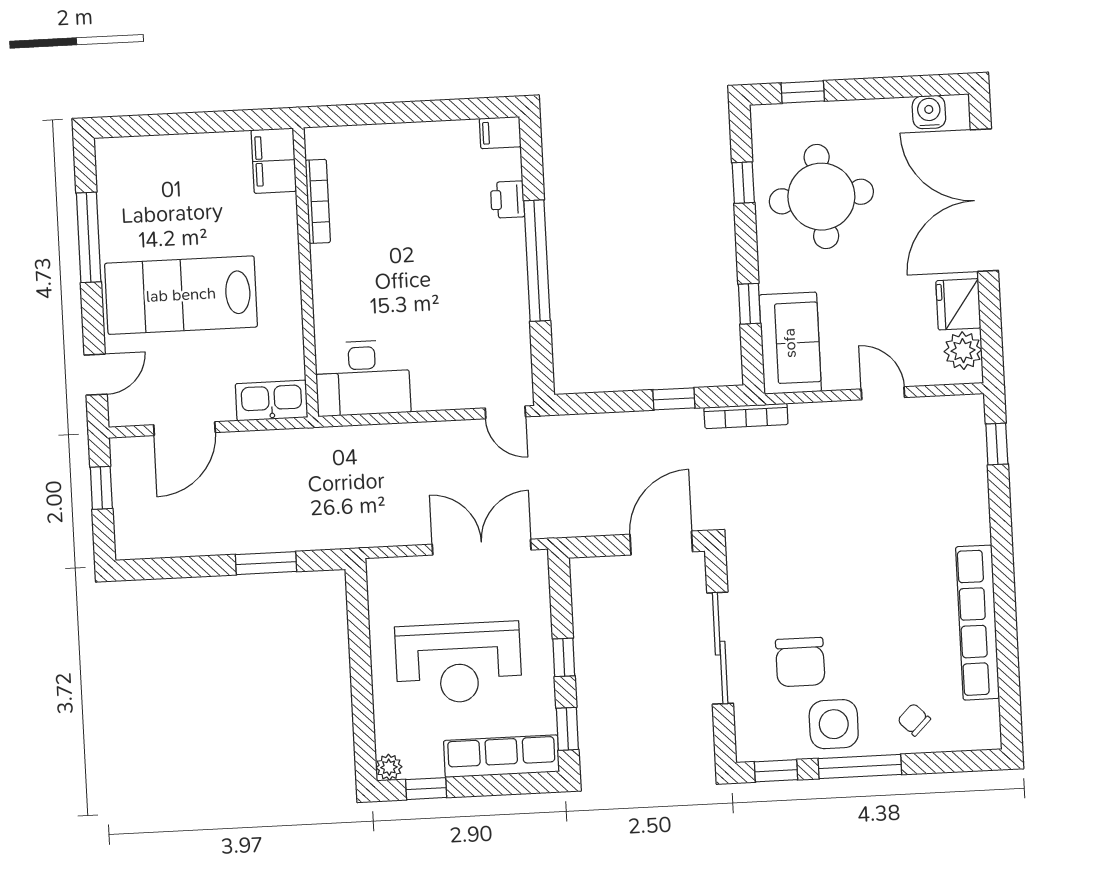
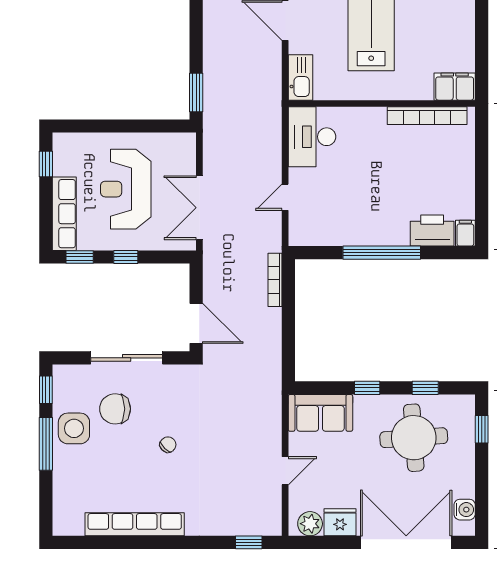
printer: (507, 200) -> (432, 231), width x1.87, depth x1.48
bookcase: (318, 201) -> (427, 116), width x1.48, depth x1.31
window: (749, 304) -> (367, 388), moved
window: (674, 399) -> (288, 336), removed
door: (505, 412) -> (285, 197), moved
bookcase: (746, 416) -> (275, 280), moved
double door: (482, 547) -> (199, 208), swing flipped
window: (266, 563) -> (196, 93), moved
chair: (914, 720) -> (168, 445), moved
plant: (389, 767) -> (61, 141), removed

